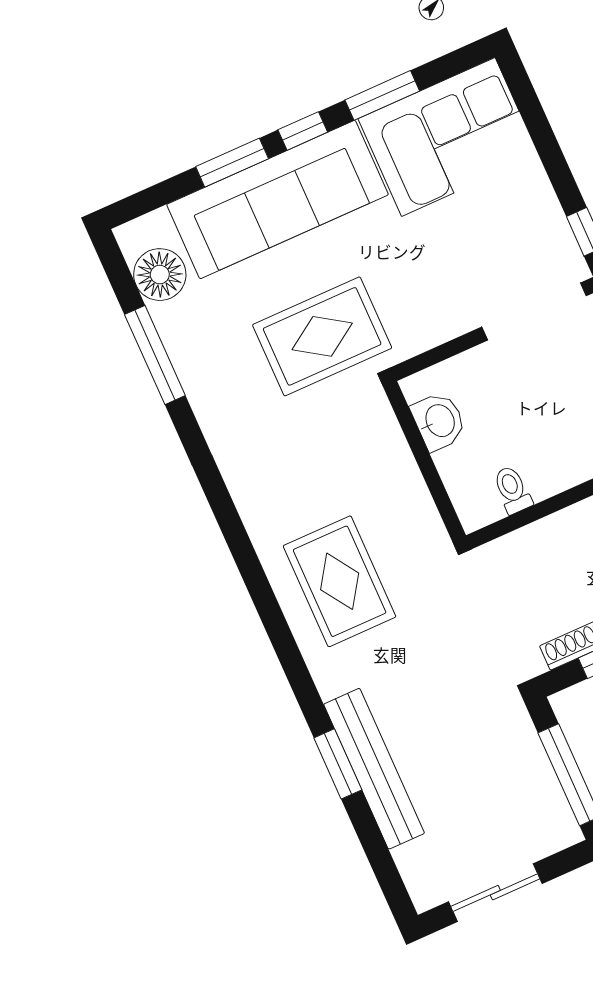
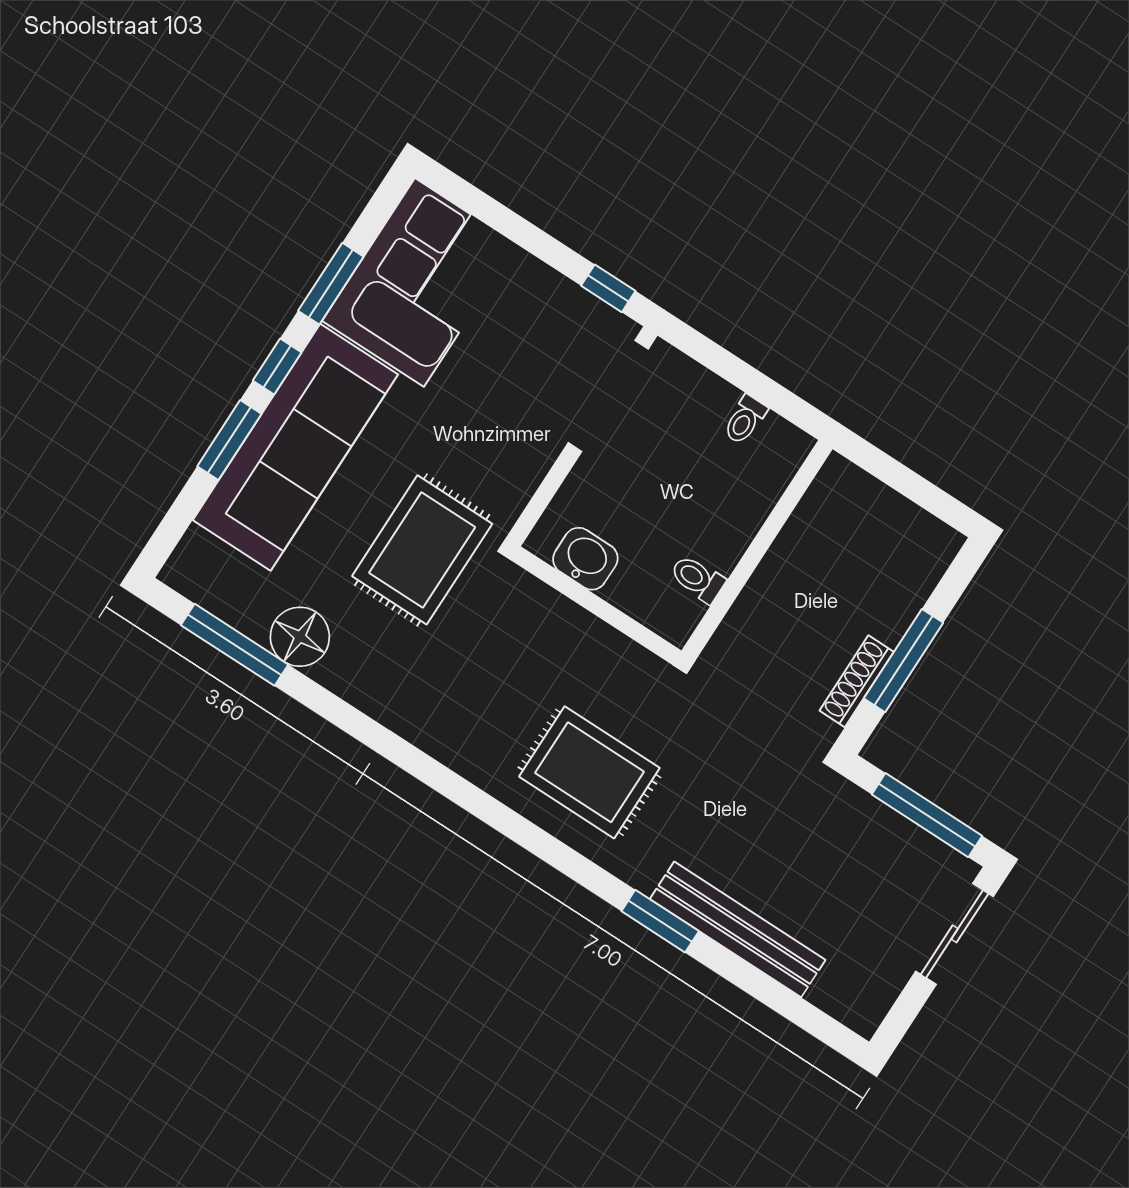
floor lamp: (160, 275) -> (300, 637), moved
window: (155, 355) -> (235, 645), moved
window: (338, 764) -> (660, 921), moved
sliding door: (495, 893) -> (955, 934), moved

